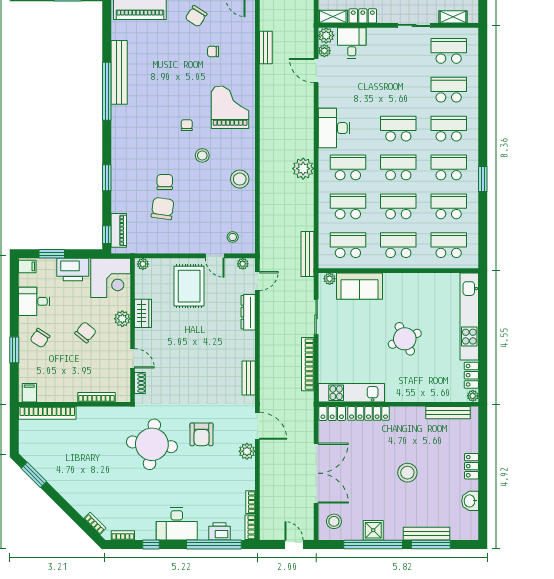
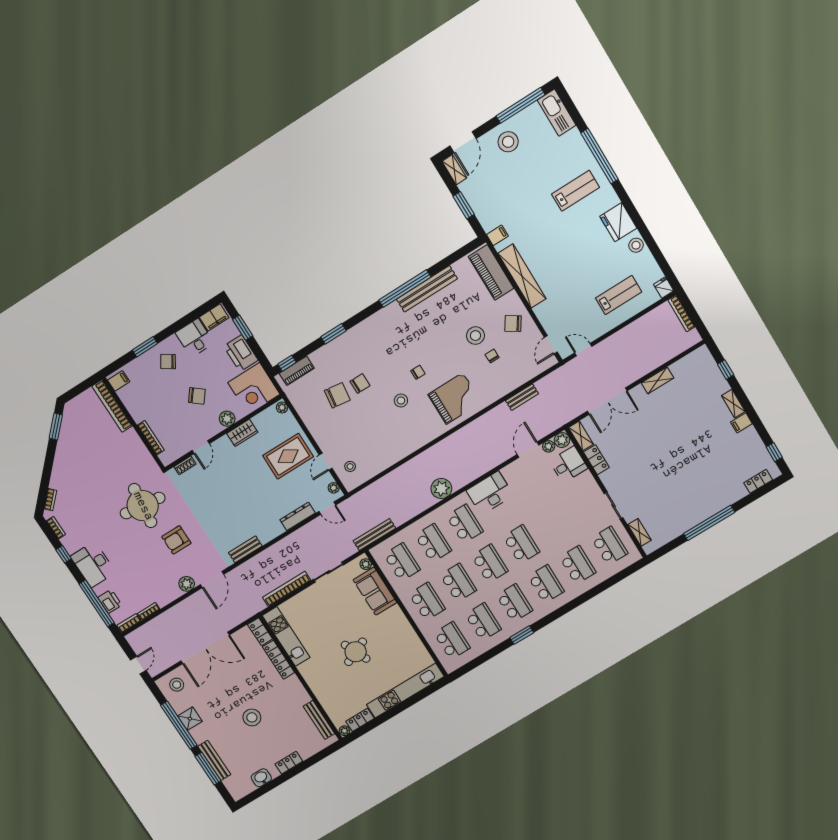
stool: (240, 179) -> (475, 336), moved
filing cabinet: (27, 266) -> (214, 317), width x2.00

